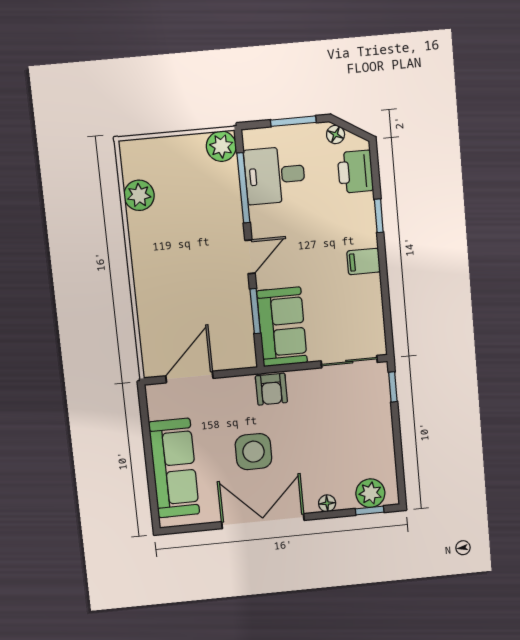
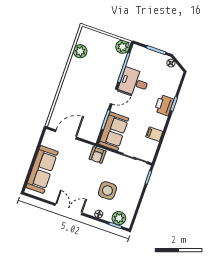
printer: (355, 172) -> (164, 105), moved
desk: (275, 175) -> (134, 82), moved
filing cabinet: (363, 261) -> (154, 134), moved
side table: (253, 452) -> (107, 191), moved
double door: (263, 521) -> (68, 209), width x0.73

